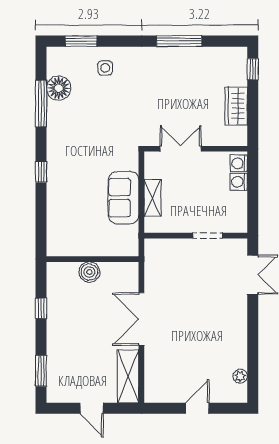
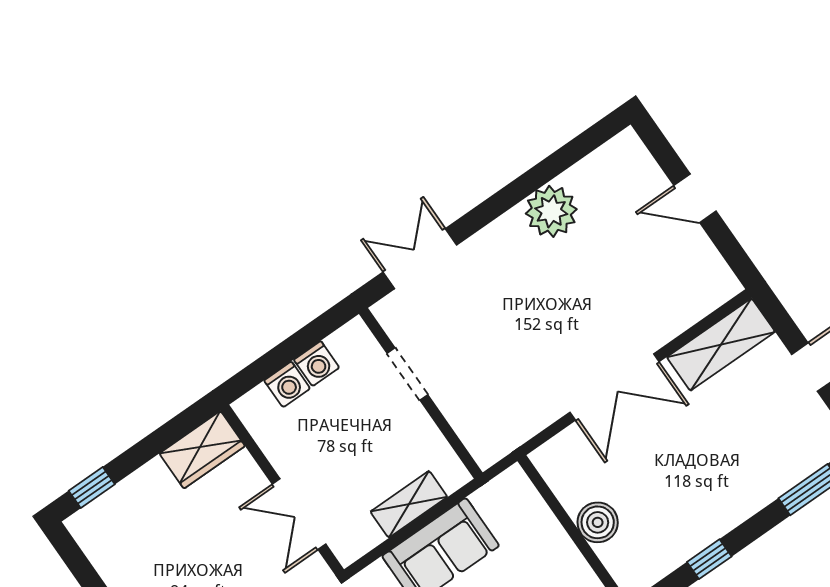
wardrobe: (236, 106) -> (202, 450), moved
washing machine: (239, 163) -> (317, 364), moved
plant: (240, 376) -> (551, 211), moved, width x1.88, depth x1.88

